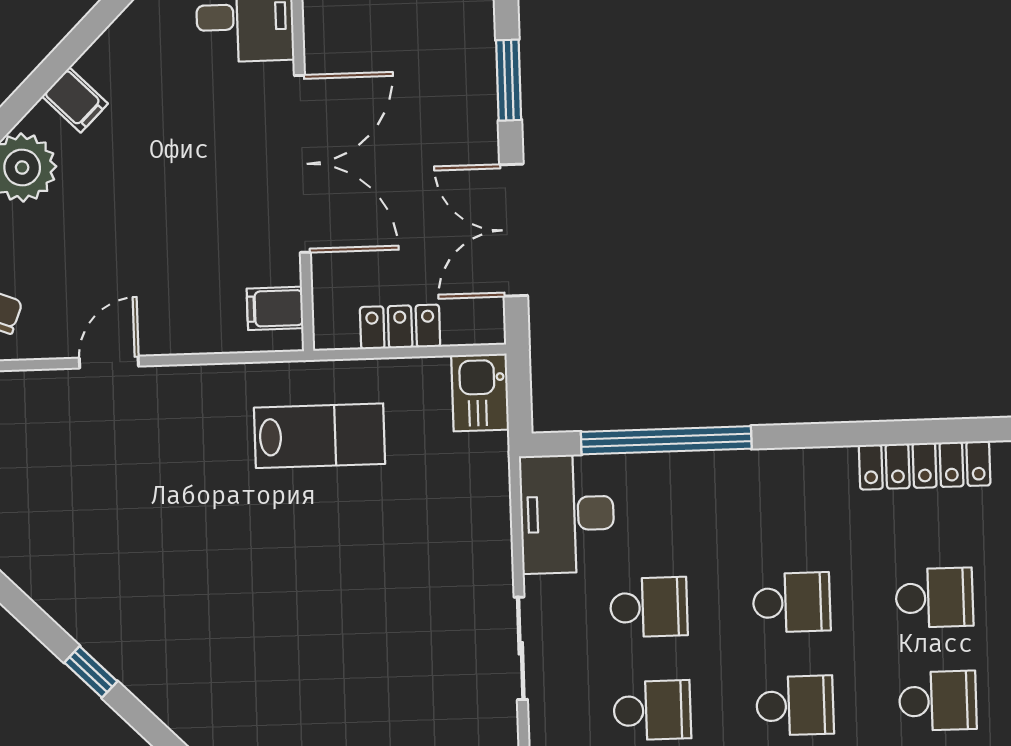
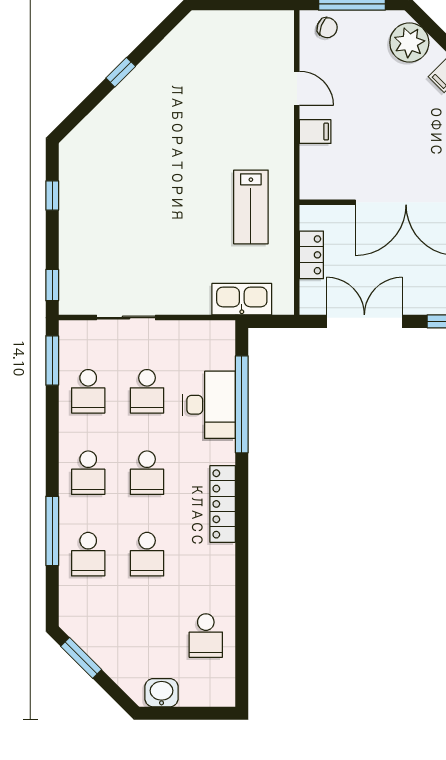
filing cabinet: (275, 308) -> (315, 132), moved, turned 90
kitchen sink: (480, 392) -> (242, 299), moved, width x1.38
locker: (925, 465) -> (223, 504), moved
desk: (567, 514) -> (209, 405), moved, turned 90

